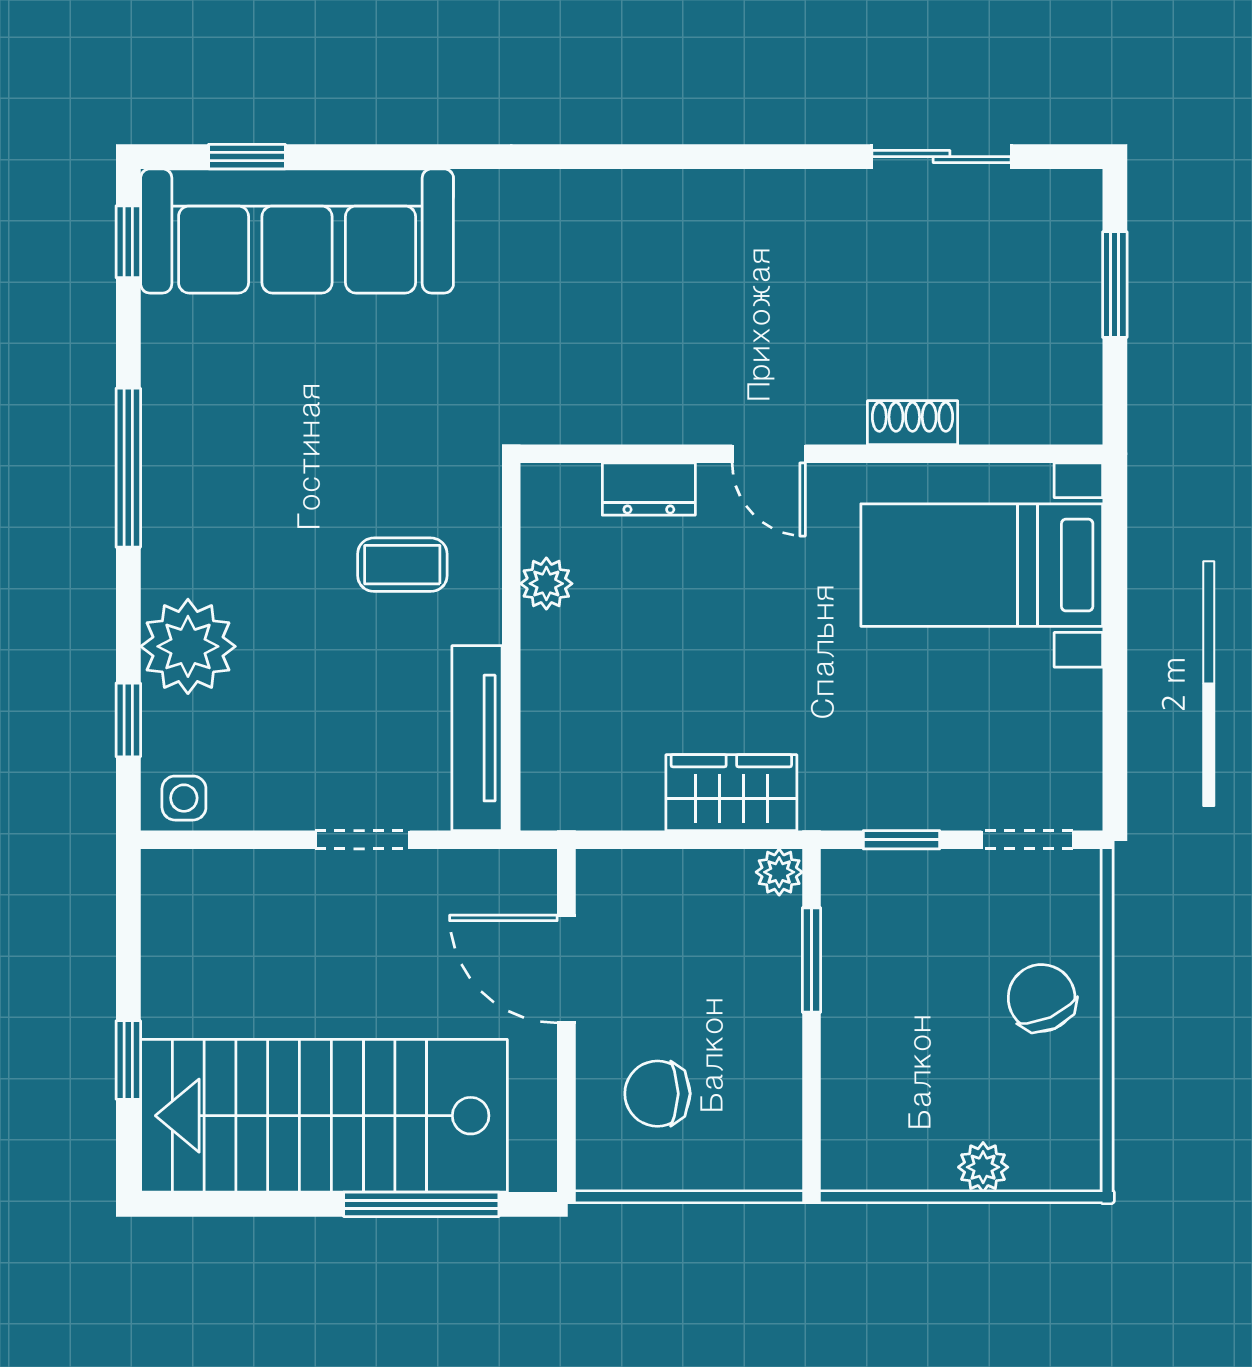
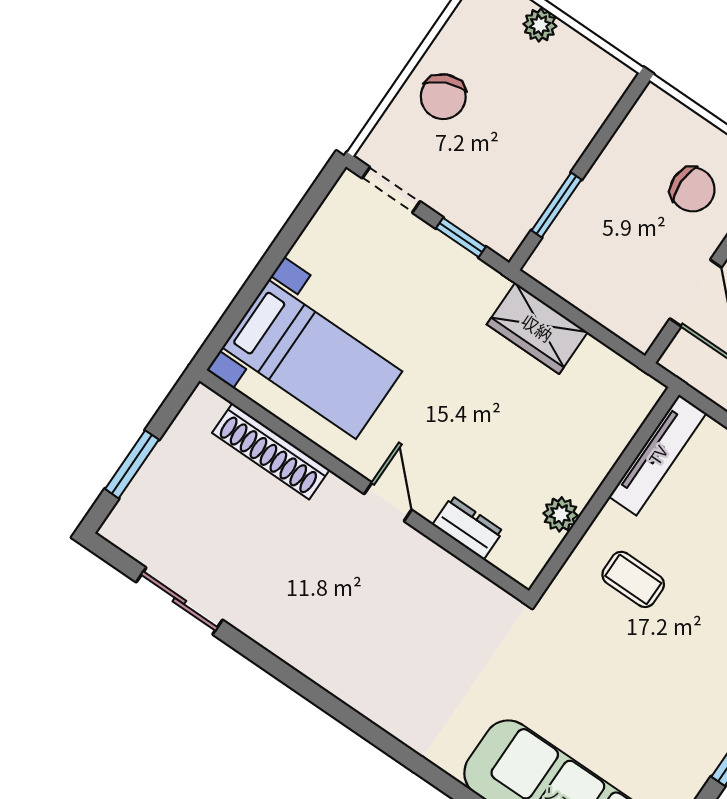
shoe rack: (913, 423) -> (271, 451), width x1.94, depth x1.24
plant: (779, 872) -> (541, 266), removed

